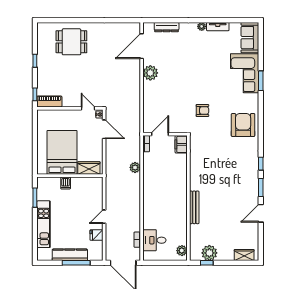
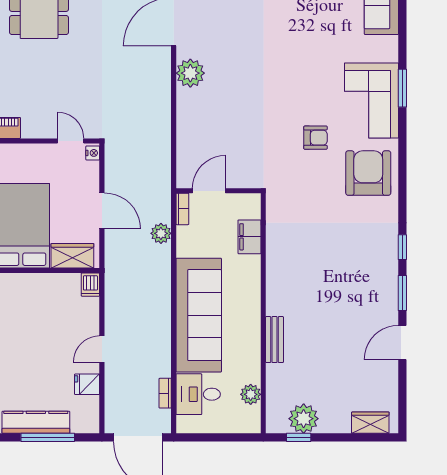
corner sofa: (245, 73) -> (371, 101), moved
armchair: (202, 110) -> (315, 138), moved
door: (104, 129) -> (102, 211), moved
filing cabinet: (181, 144) -> (250, 237), moved
plant: (135, 167) -> (161, 233), moved
dishwasher: (66, 183) -> (90, 285), moved
sofa: (155, 199) -> (199, 315), added
bench: (194, 207) -> (274, 340), width x0.73
plant: (182, 251) -> (251, 394), moved

